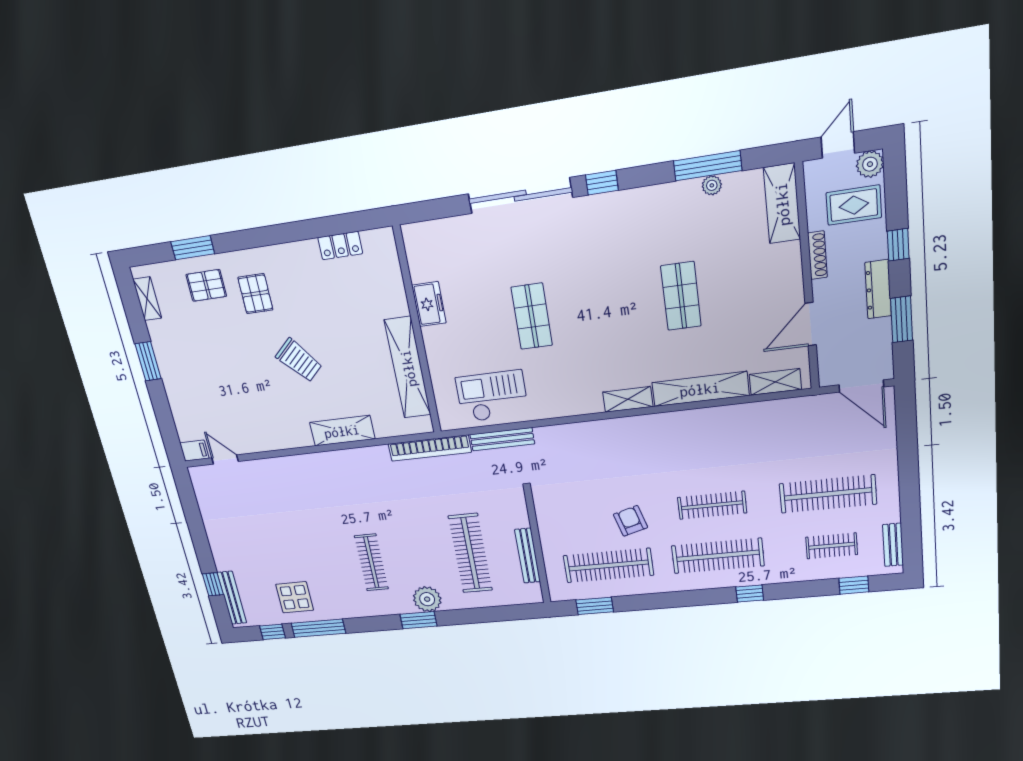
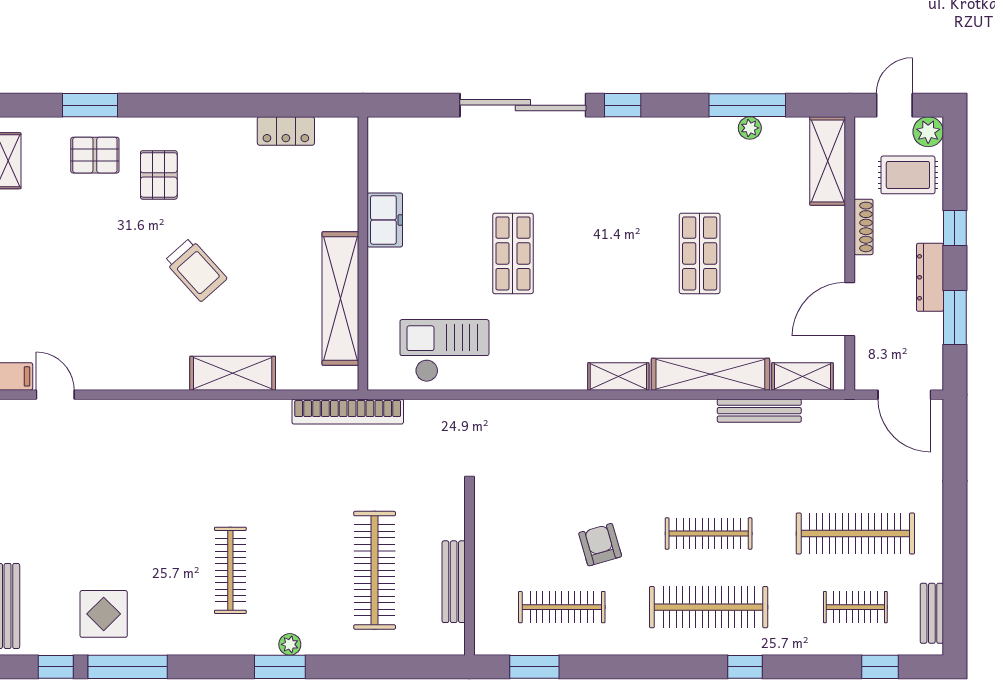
bench: (502, 439) -> (759, 411), moved
clothes rail: (608, 565) -> (562, 607), width x0.73, depth x0.76
plant: (427, 599) -> (290, 644), width x0.53, depth x0.53

